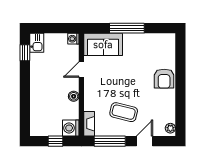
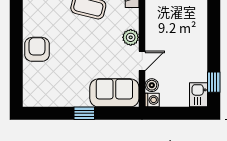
window: (127, 28) -> (84, 113), width x0.46
plant: (90, 88) -> (131, 37), added
boiler: (74, 96) -> (152, 85), moved

